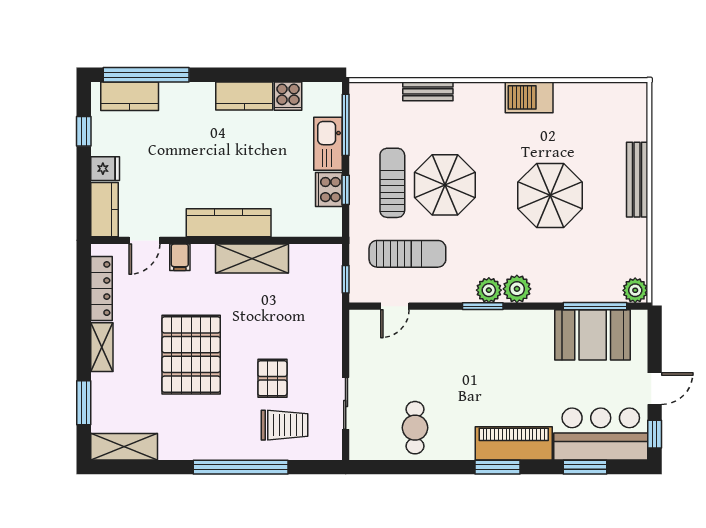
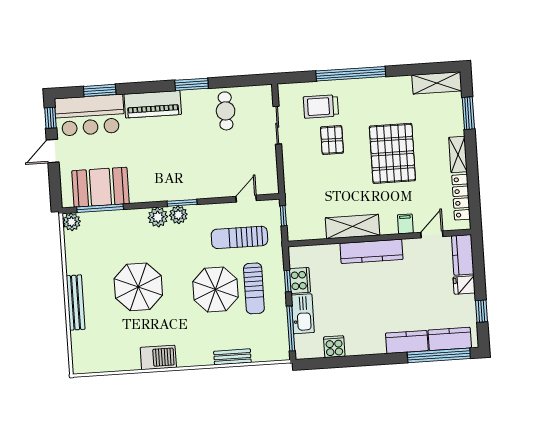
kitchen counter: (244, 96) -> (407, 342), moved
window: (497, 467) -> (192, 84), moved

